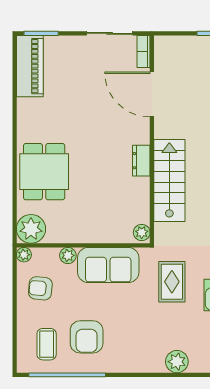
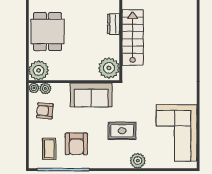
plant: (142, 232) -> (109, 68), width x1.87, depth x1.87
plant: (68, 255) -> (45, 88), moved
rug: (172, 282) -> (122, 131), moved, turned 90

